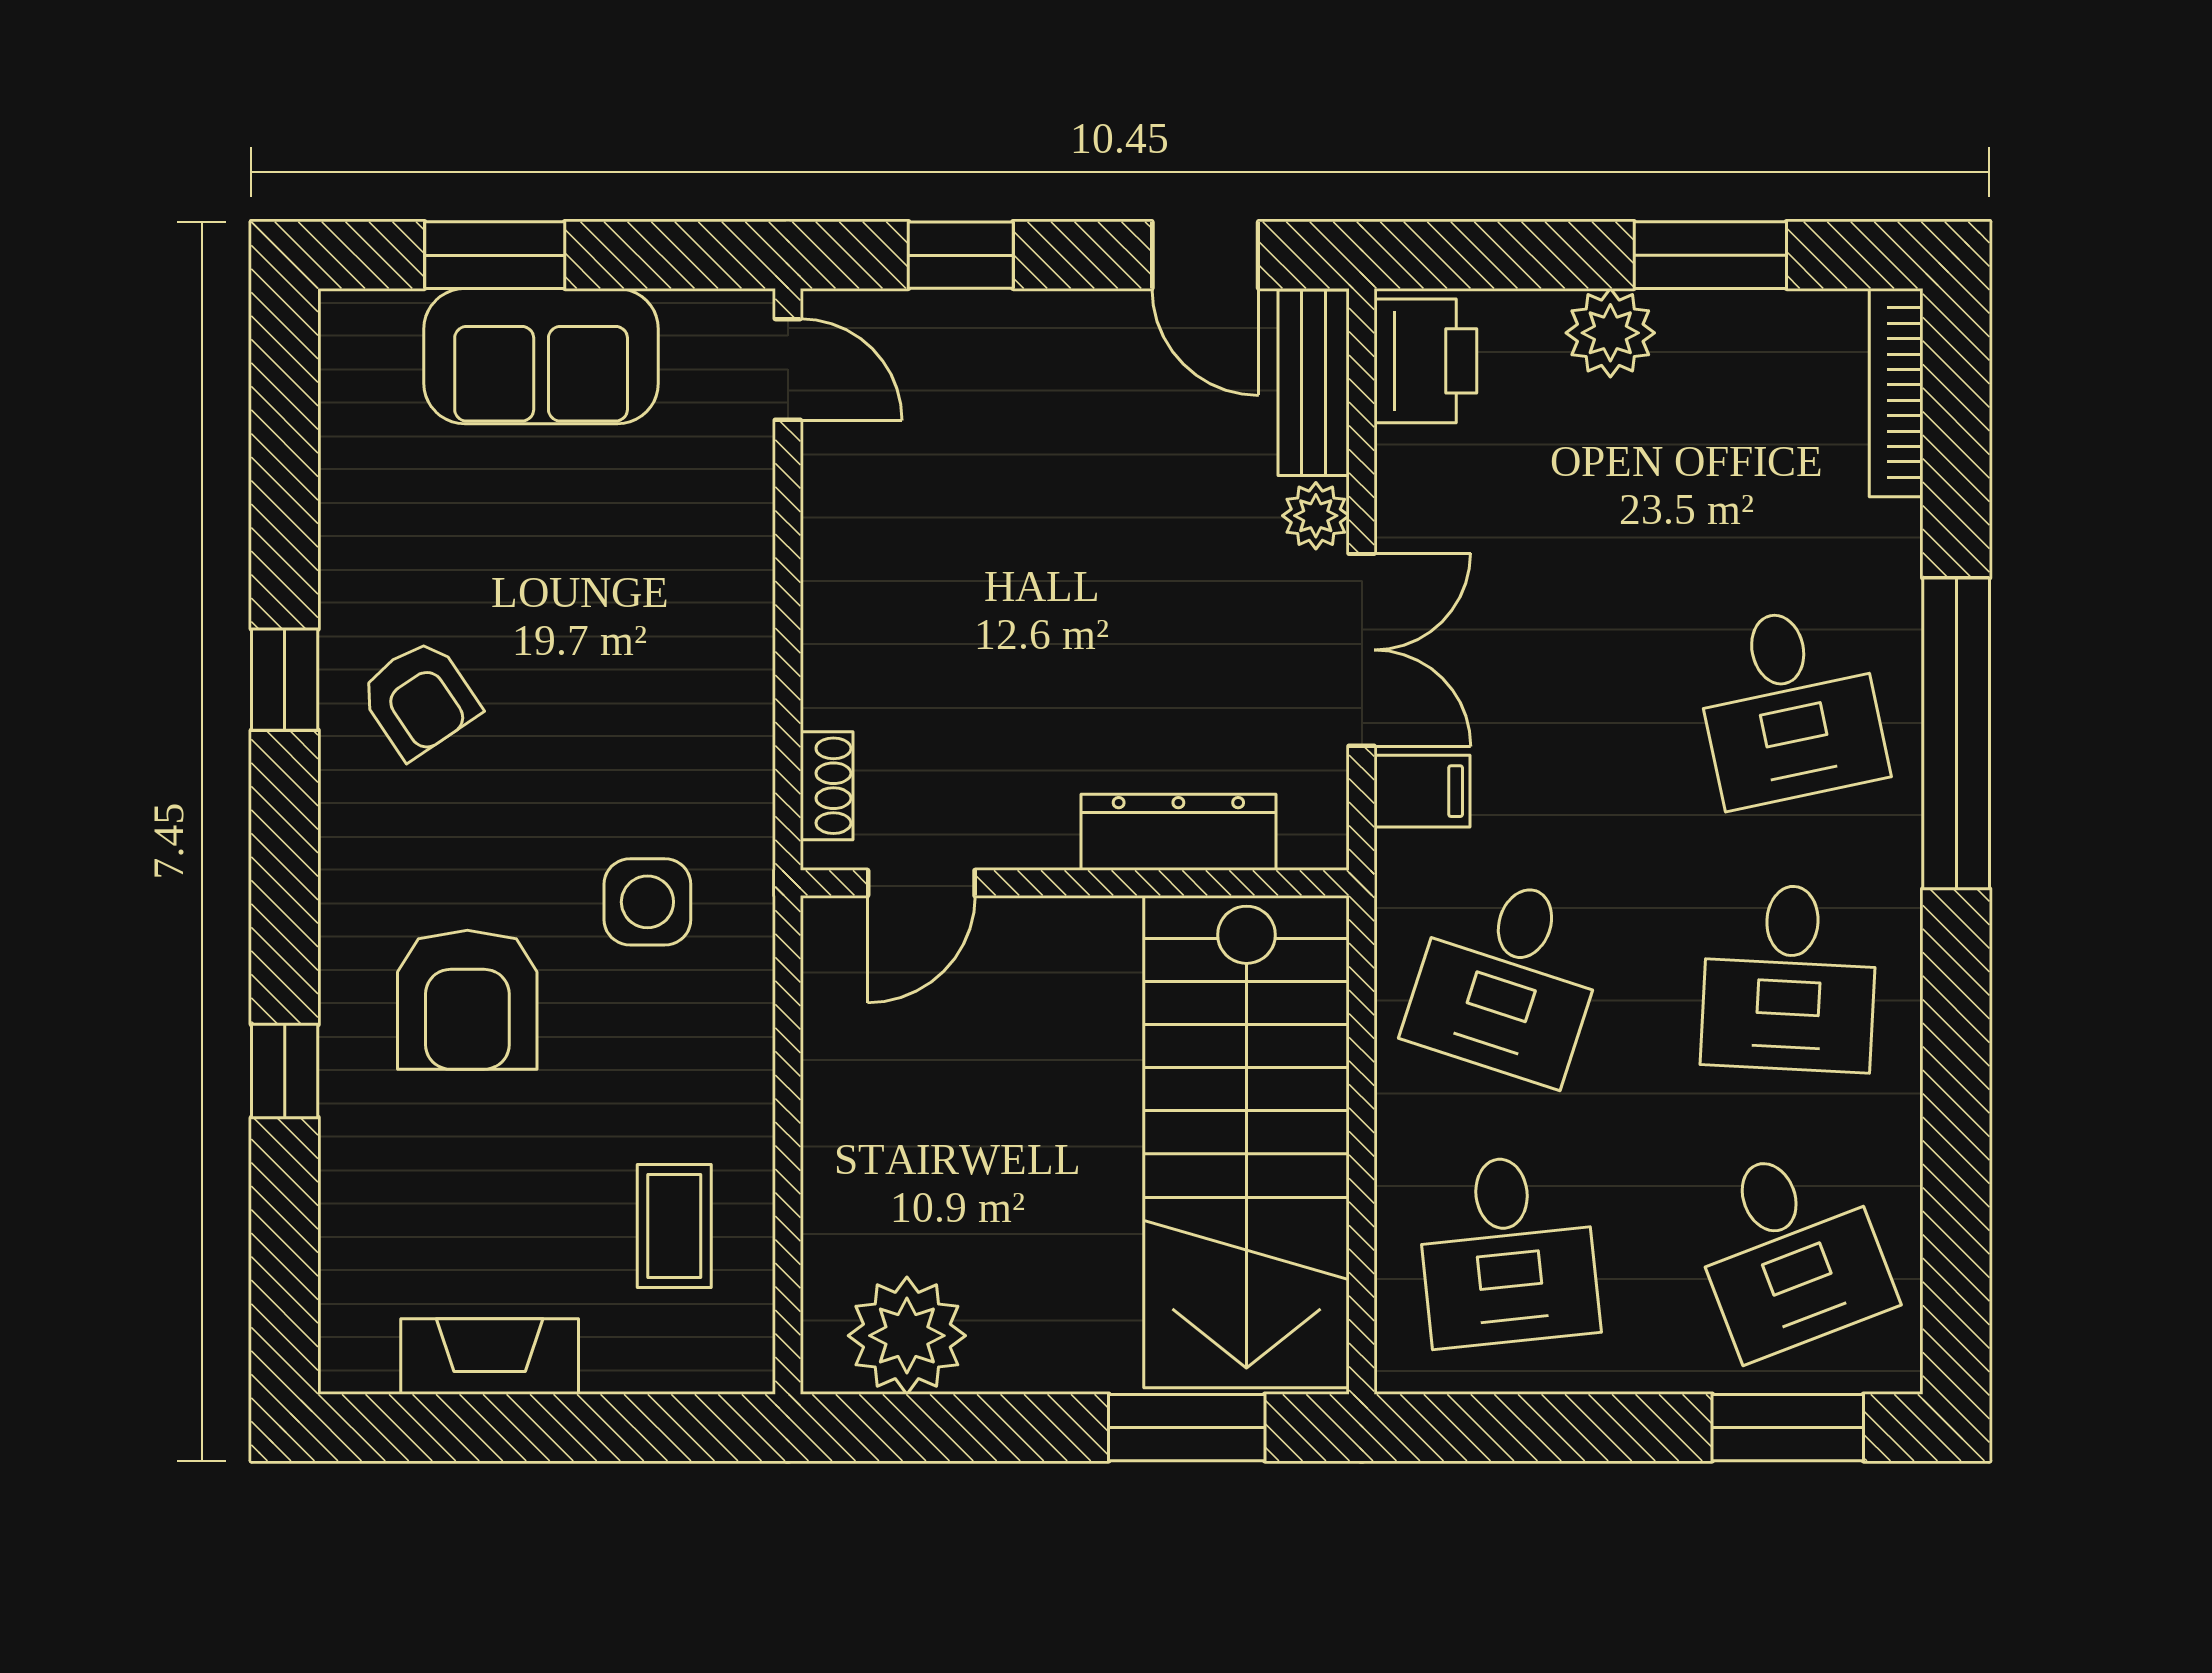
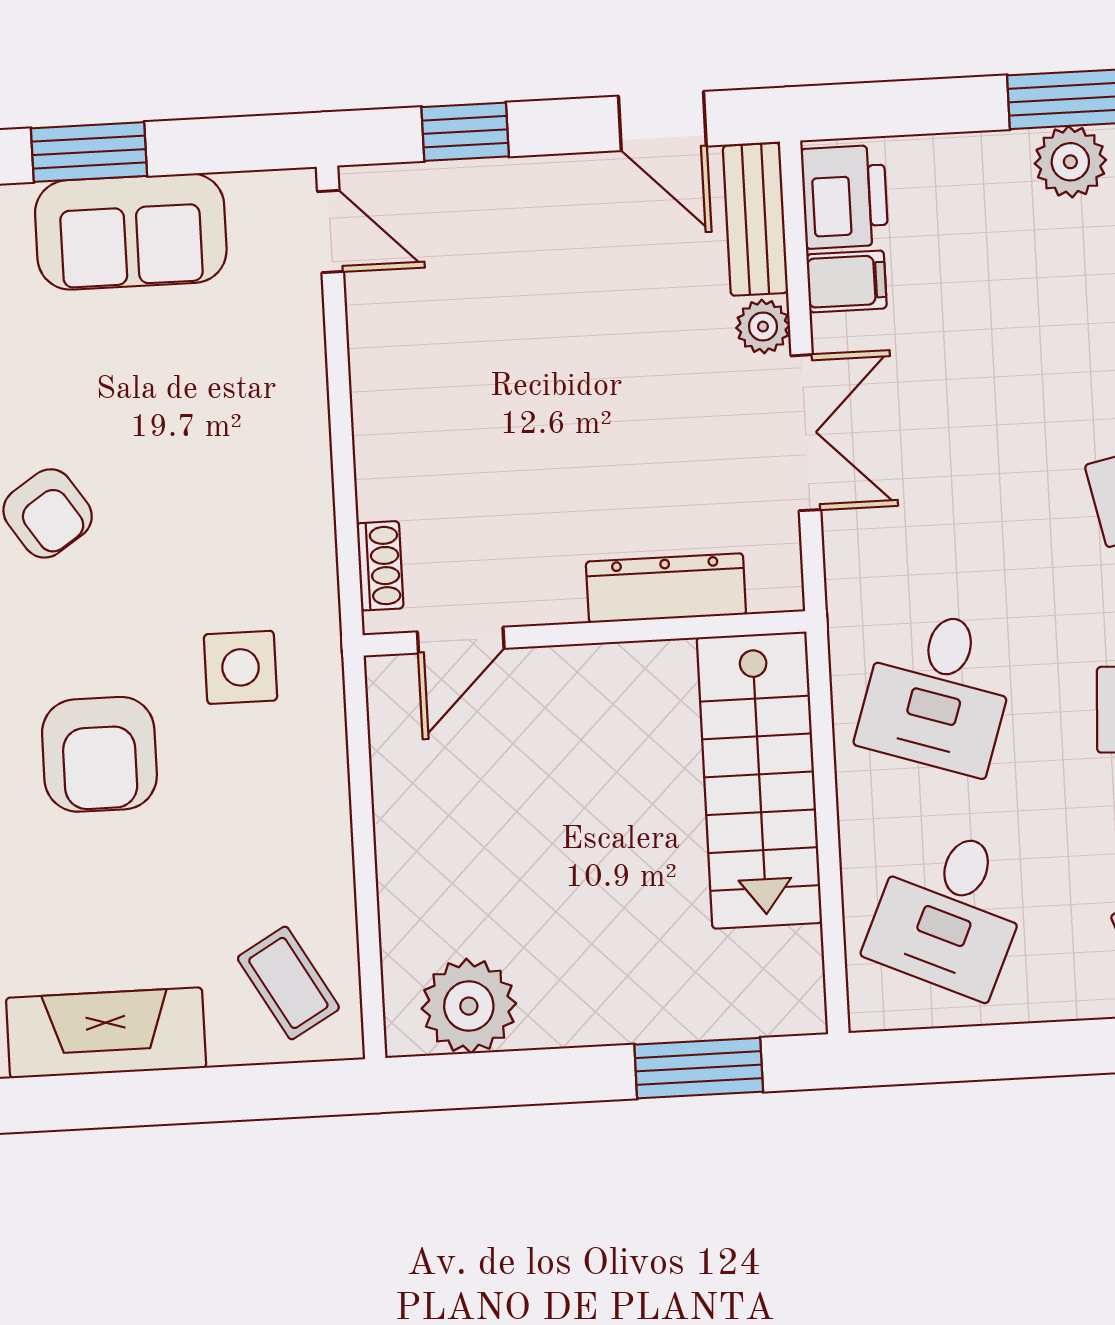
plant: (1610, 333) -> (1070, 162), moved
filing cabinet: (1422, 791) -> (847, 281), moved
stairs: (1246, 1142) -> (759, 780), width x0.73, depth x0.66
coffee table: (674, 1226) -> (288, 983), moved, turned -30
desk: (1507, 1250) -> (950, 911), turned 30
fireplace: (490, 1356) -> (106, 1033), width x1.37, depth x1.32

